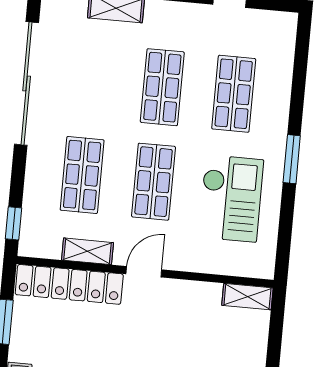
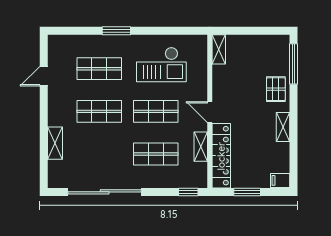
window: (292, 159) -> (116, 31), moved
checkout: (231, 198) -> (161, 65), turned 180

